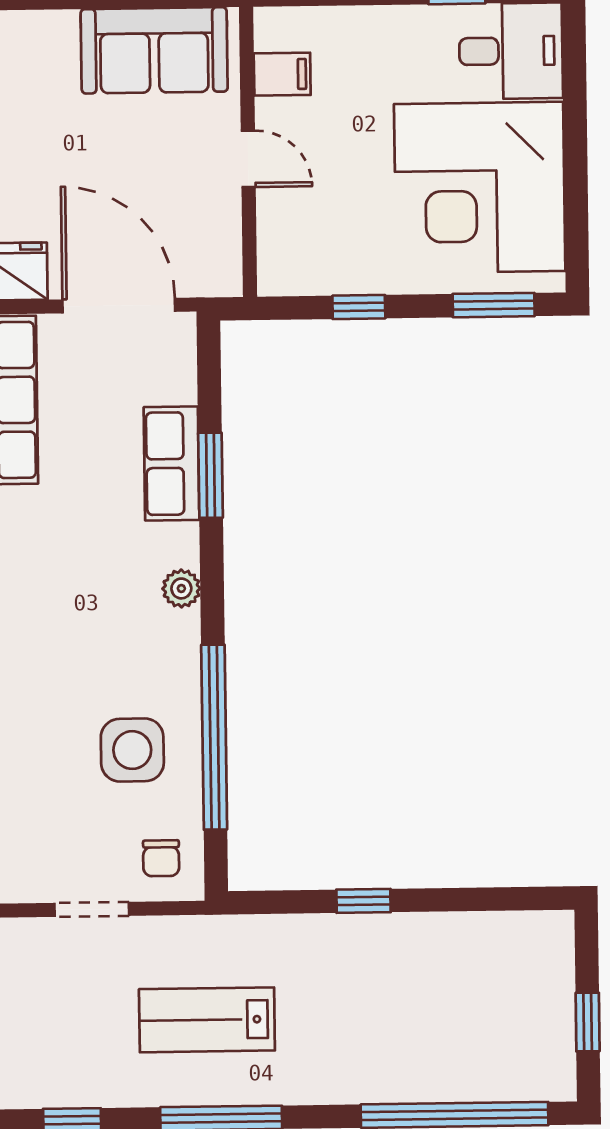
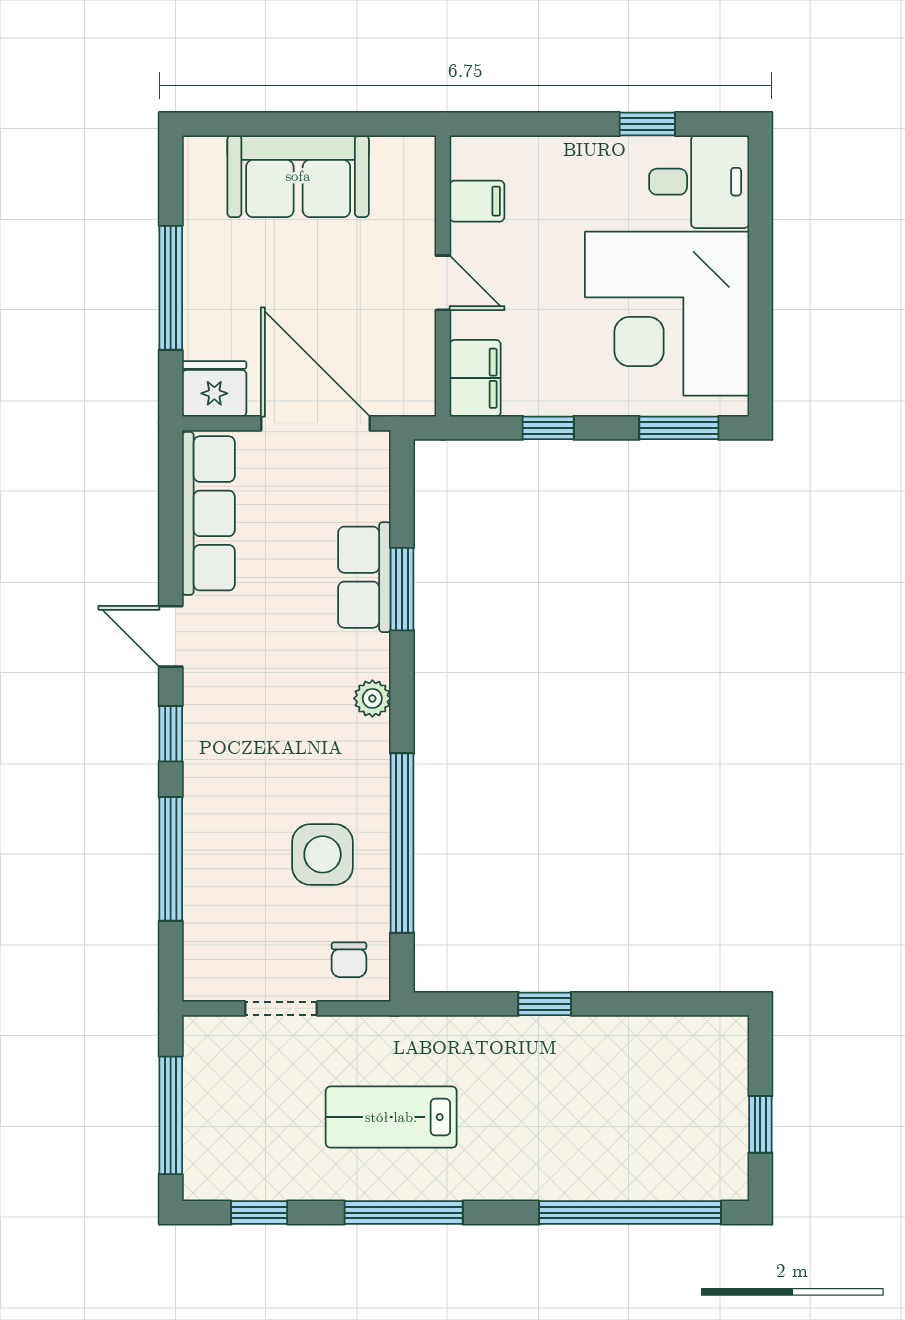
sofa: (154, 50) -> (298, 176), moved
filing cabinet: (283, 257) -> (475, 378), added

